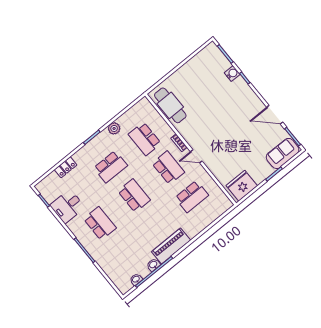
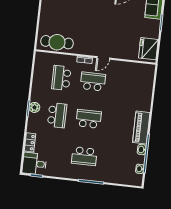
plant: (114, 128) -> (34, 107), moved
school desk: (145, 139) -> (61, 78), turned 90
school desk: (192, 197) -> (124, 85), removed
desk: (67, 206) -> (34, 164), moved, turned 90
school desk: (100, 223) -> (84, 156), turned 180

